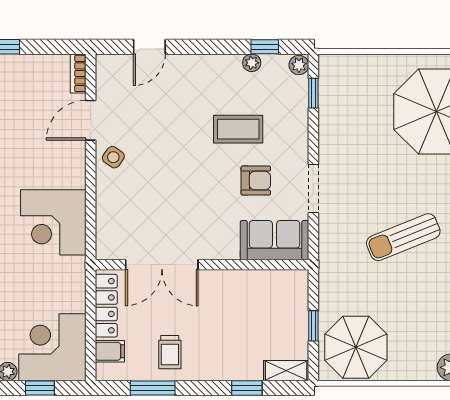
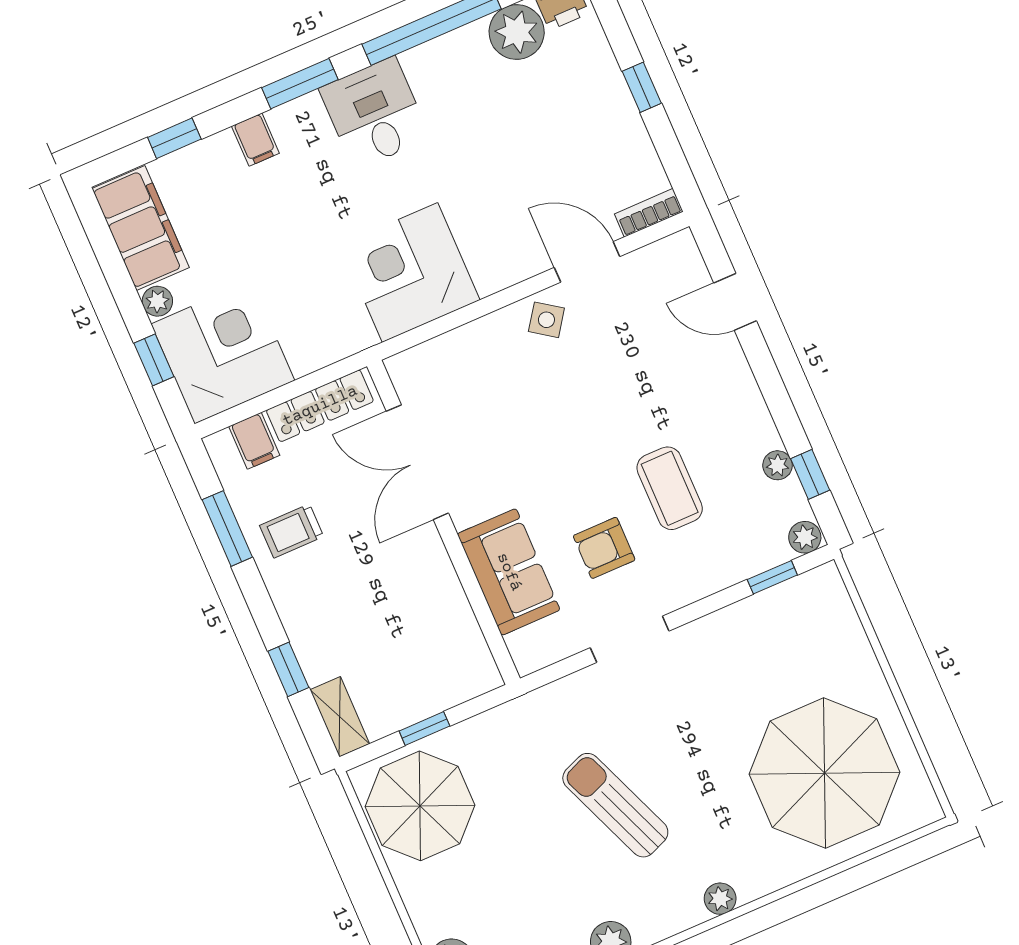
armchair: (256, 181) -> (604, 548), turned 90
sofa: (275, 240) -> (509, 572), moved

